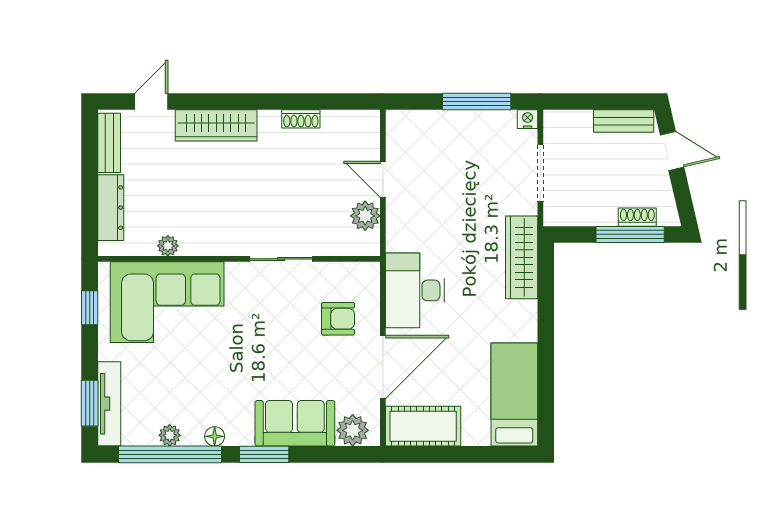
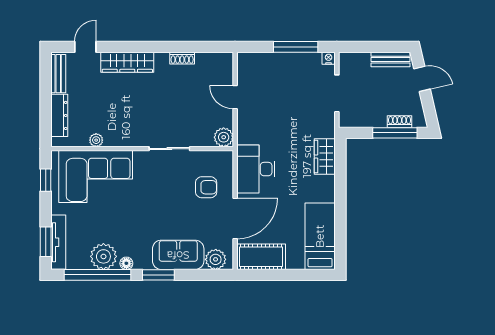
plant: (365, 216) -> (224, 137), moved
wardrobe: (522, 257) -> (325, 157), width x0.67
plant: (170, 435) -> (103, 256), width x1.88, depth x1.88

